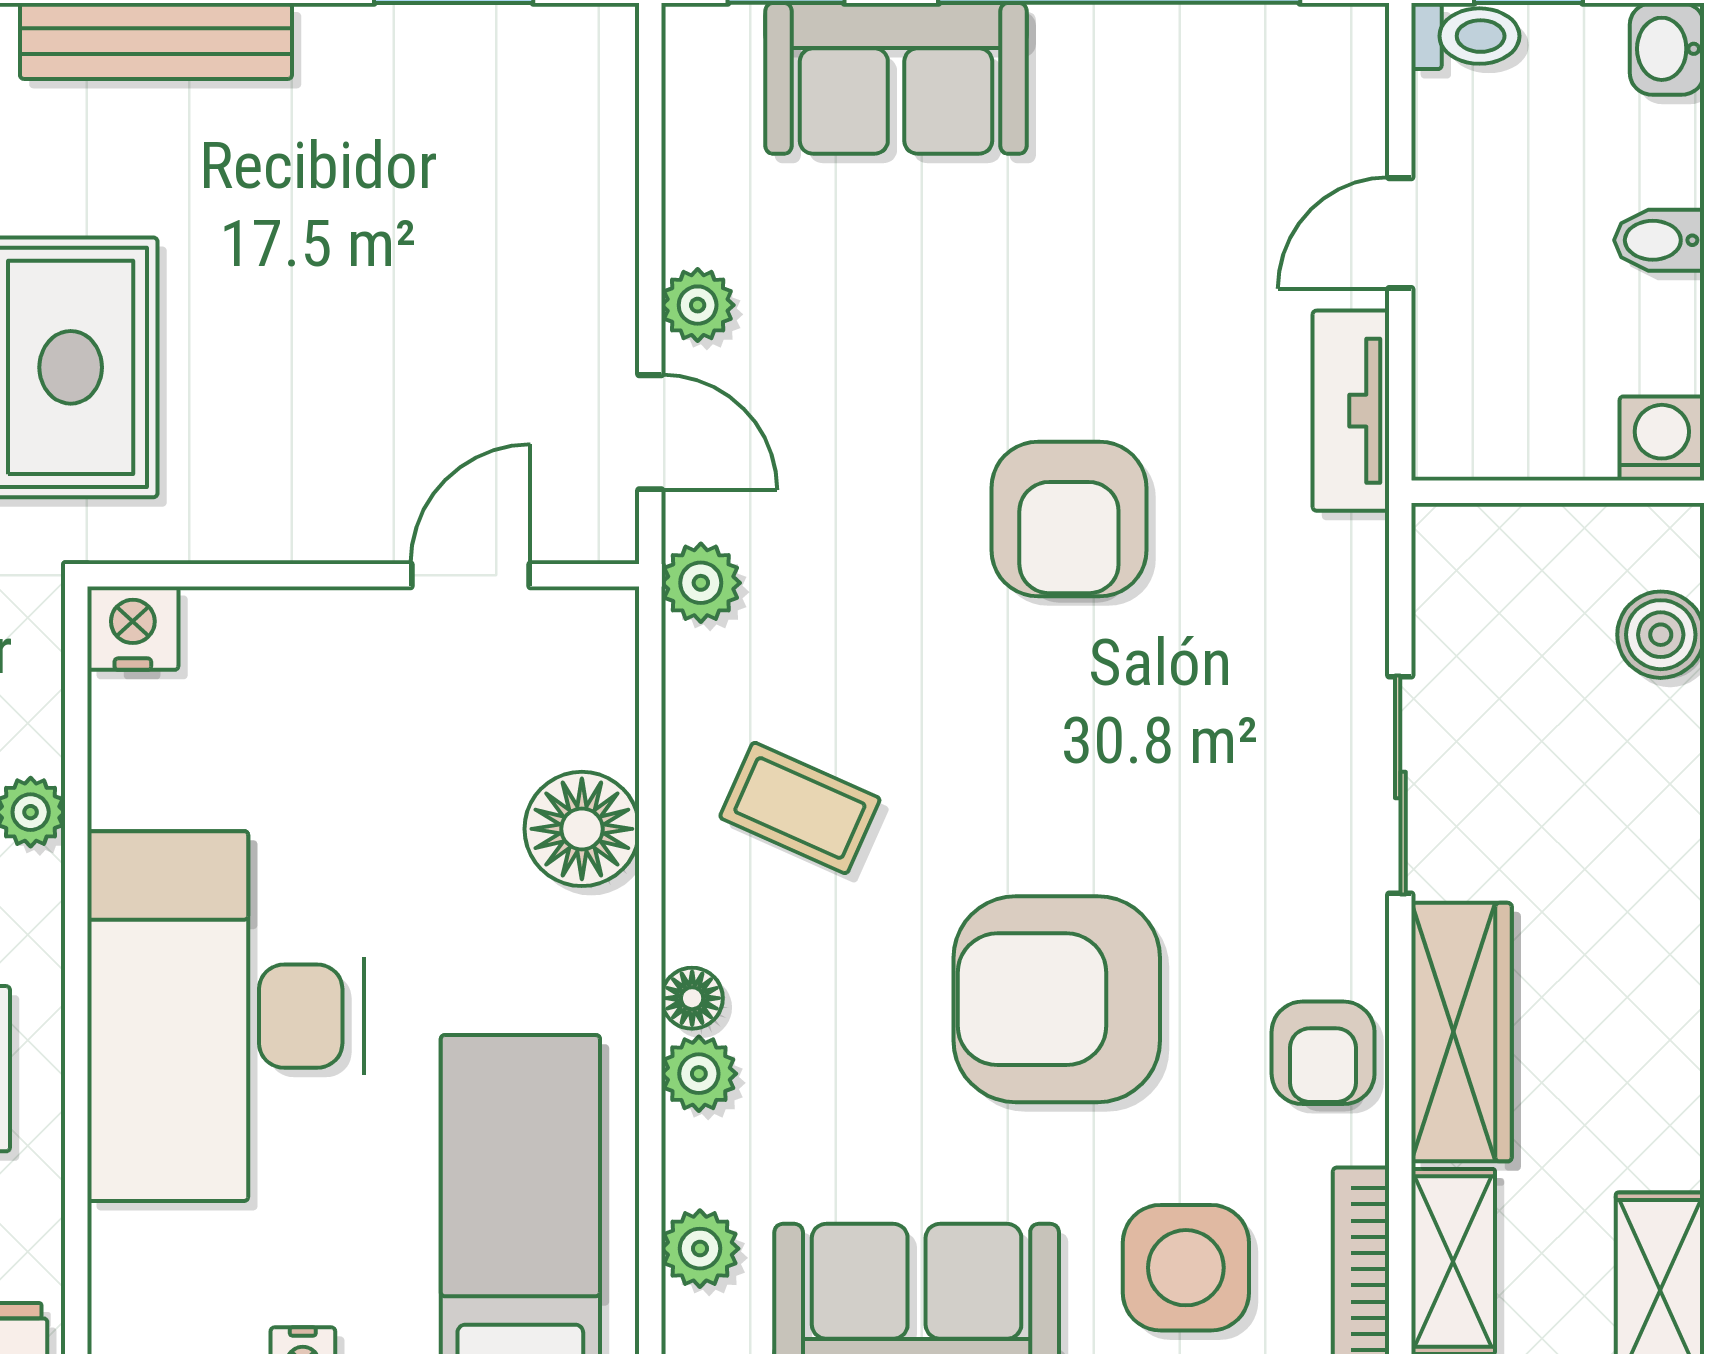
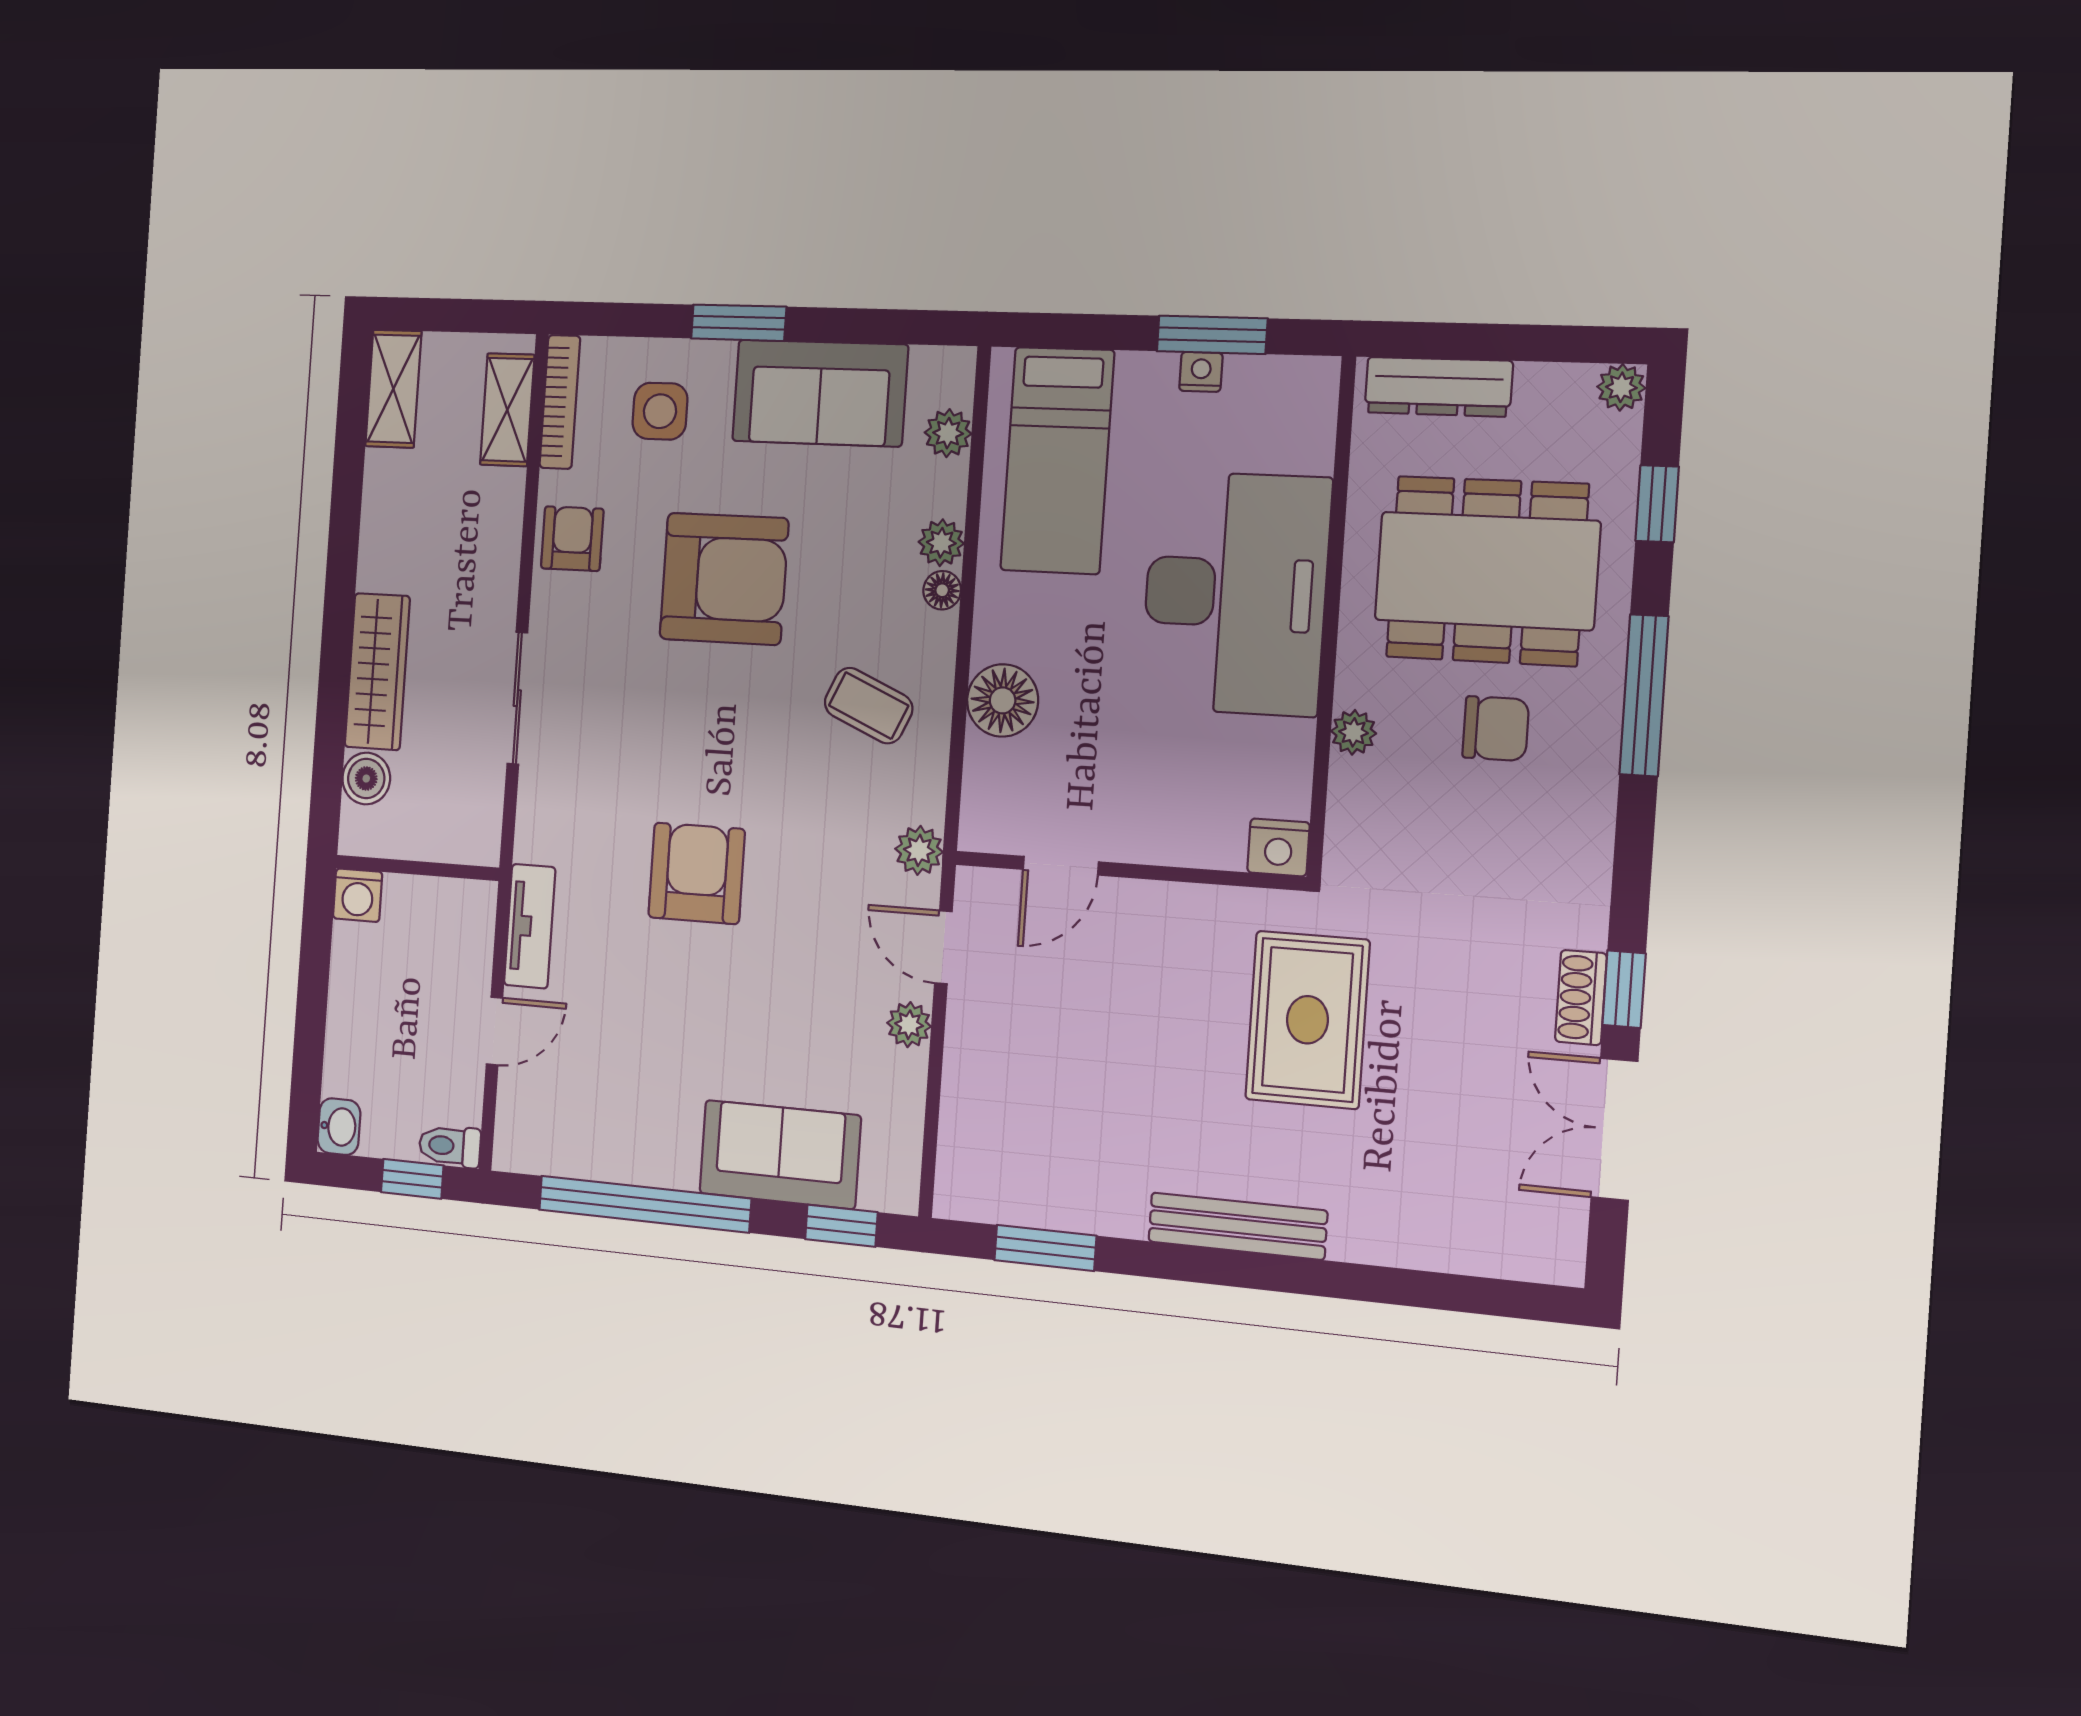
bidet: (1659, 240) -> (351, 1013), removed
wardrobe: (1461, 1032) -> (377, 672), moved, turned 180
side table: (1186, 1268) -> (660, 411), width x0.73, depth x0.73

